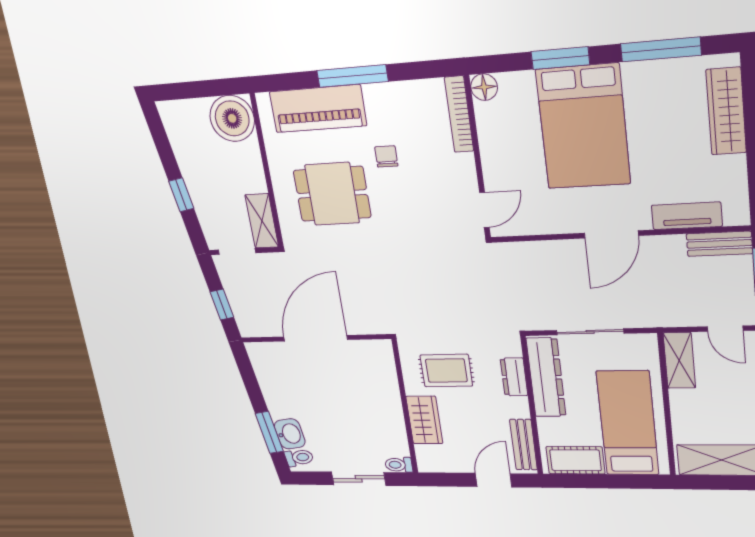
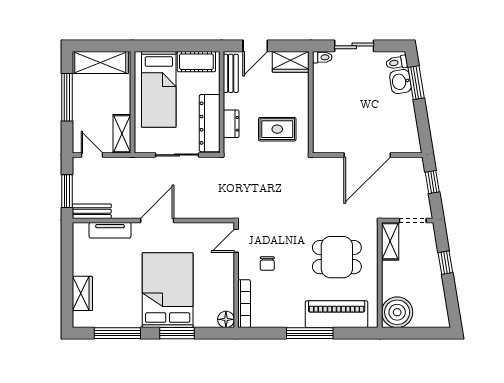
wardrobe: (726, 111) -> (82, 293), width x0.67
chair: (386, 156) -> (267, 264), moved
wardrobe: (424, 420) -> (291, 62), moved, turned -90

